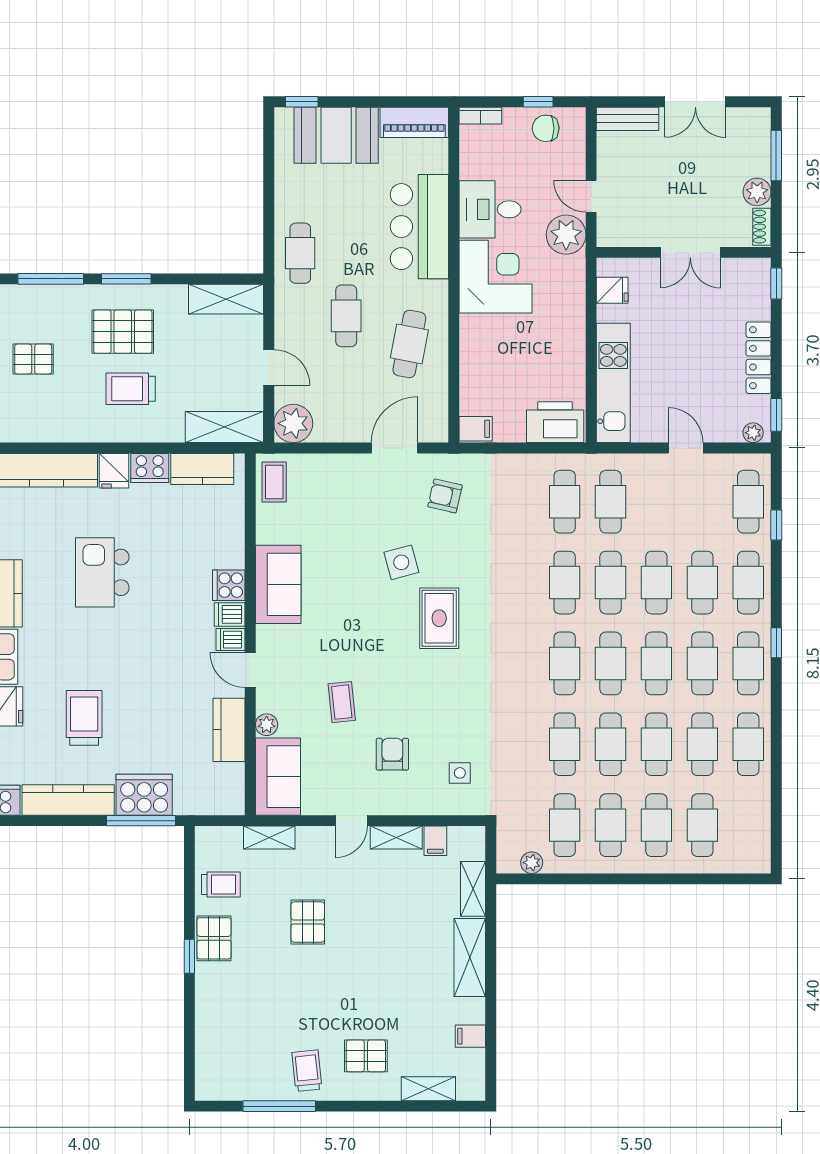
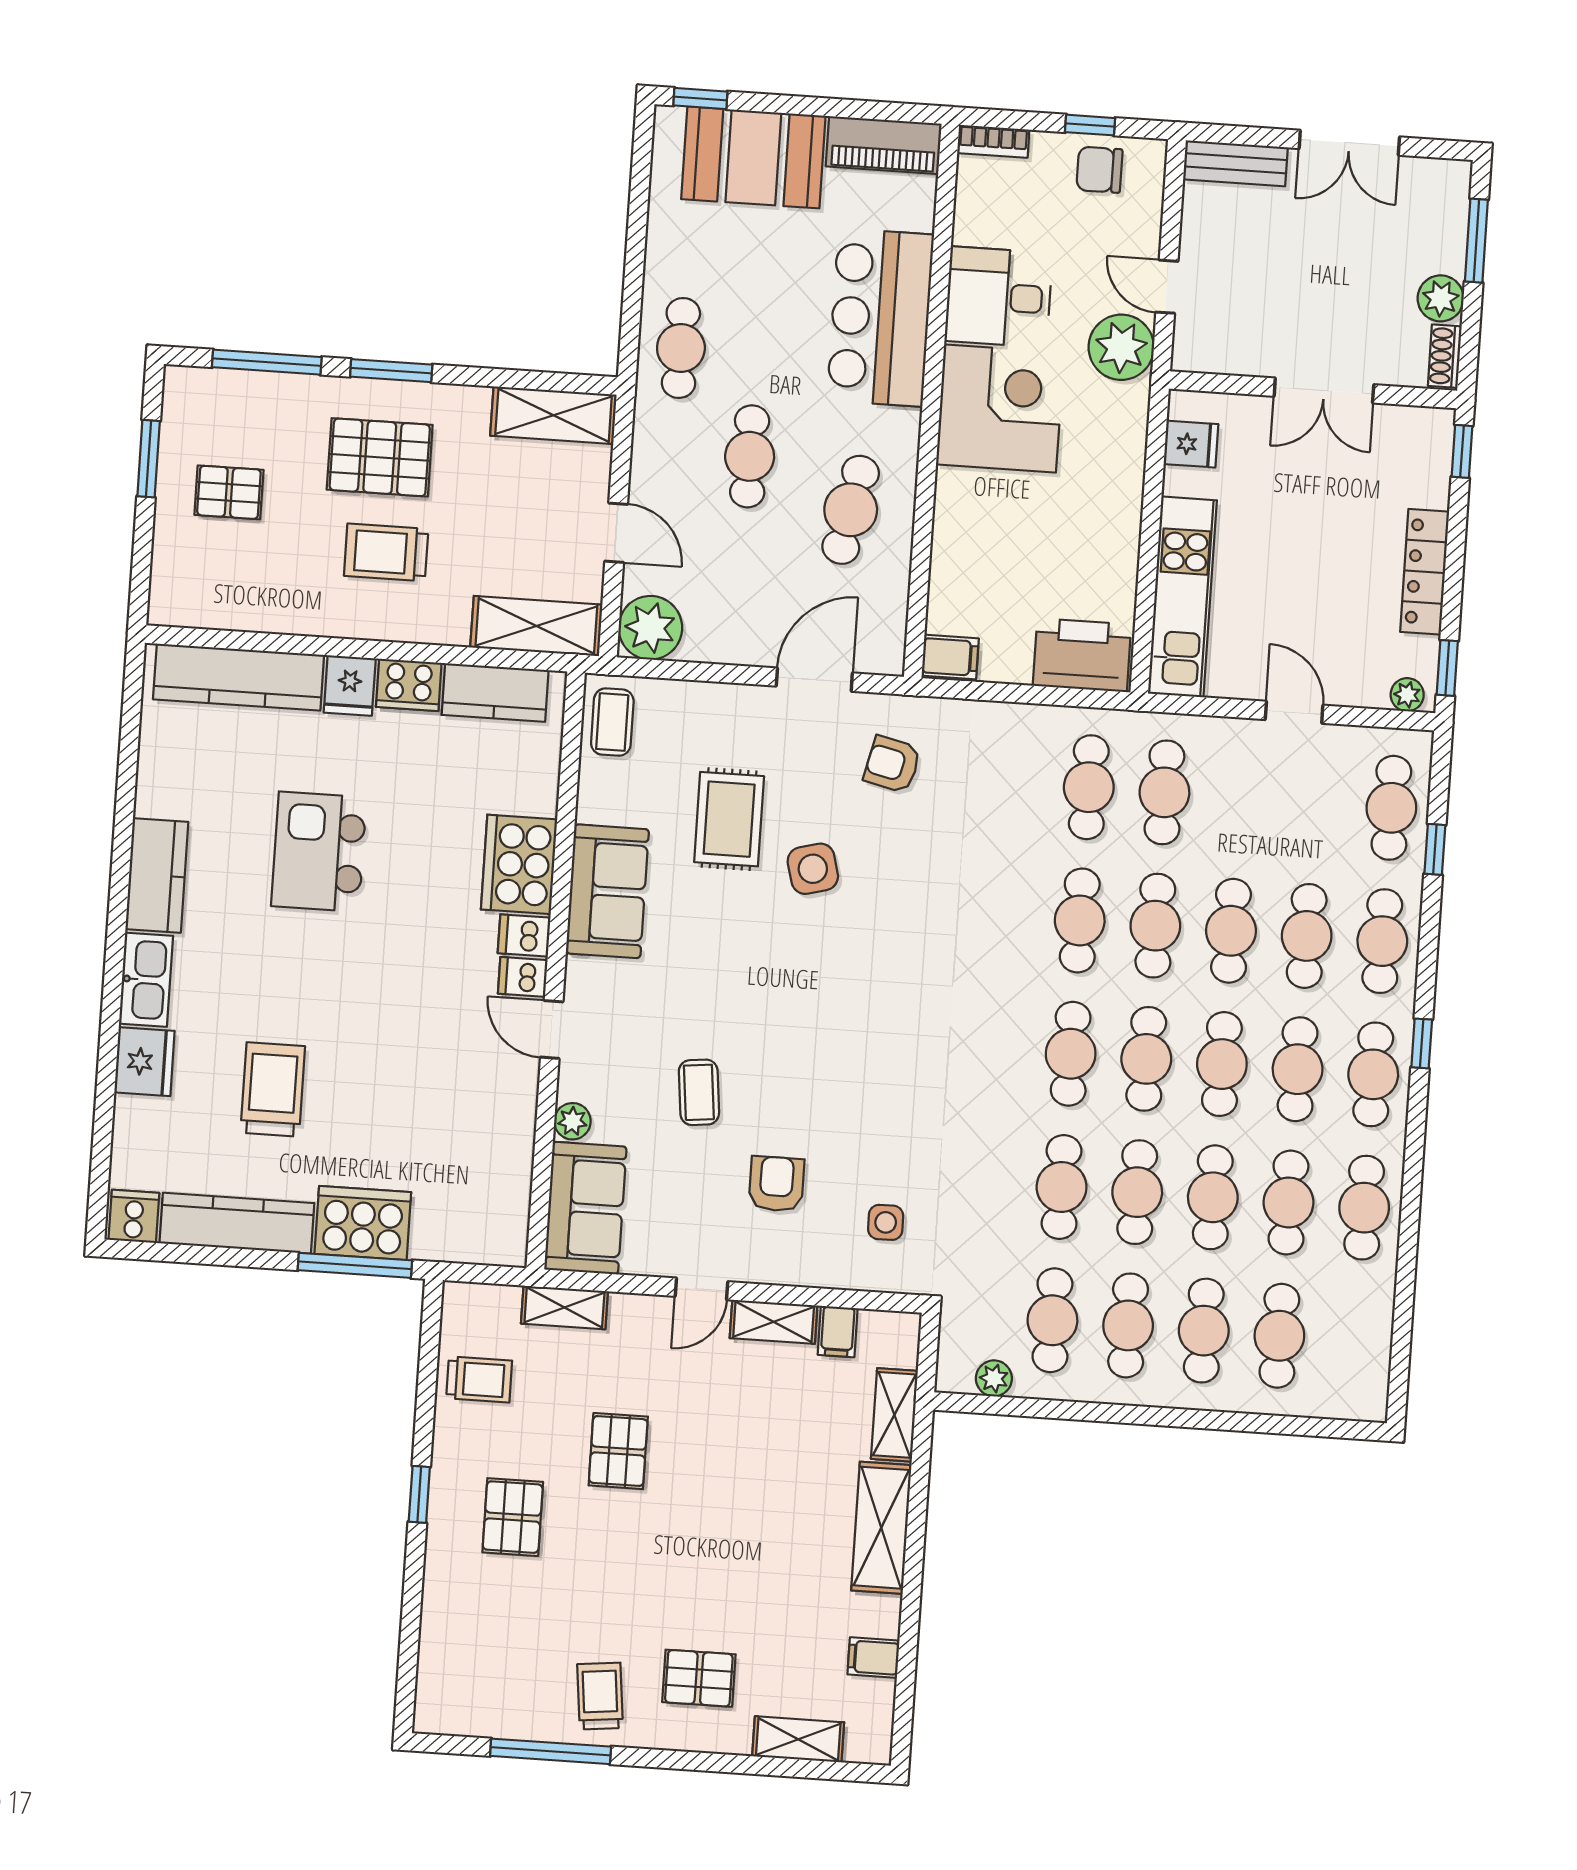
cooker: (229, 585) -> (519, 864), width x1.87, depth x1.31
rug: (439, 618) -> (729, 819), moved
kitchen counter: (229, 730) -> (510, 1126), removed
pallet: (214, 938) -> (513, 1517), moved

